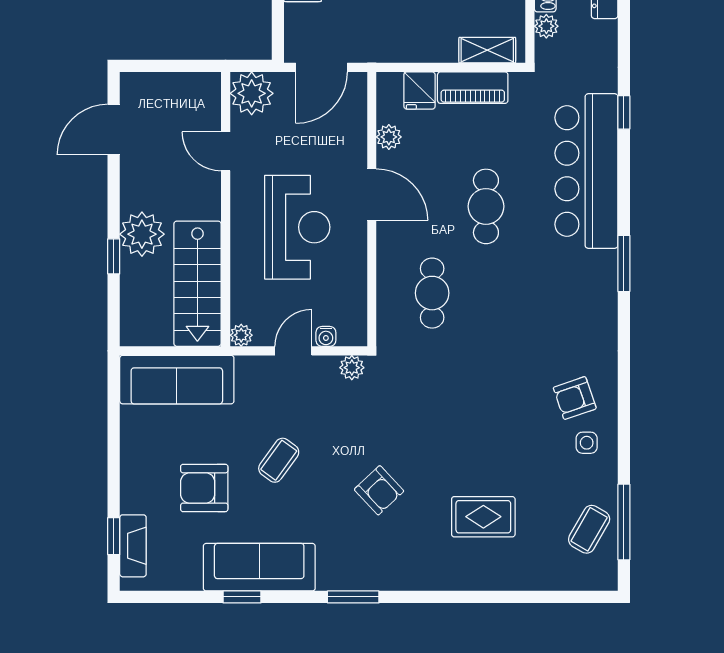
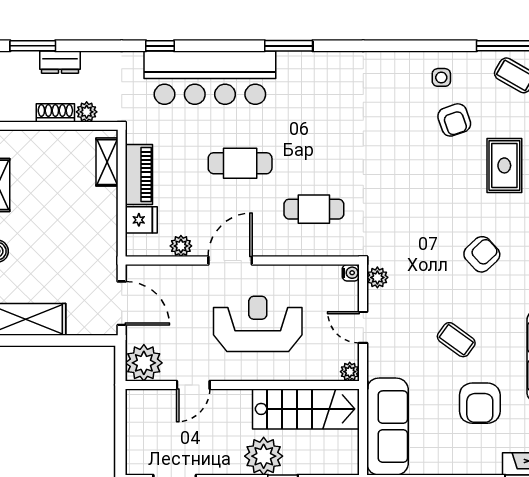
water cooler: (326, 336) -> (351, 273), moved
armchair: (575, 398) -> (454, 120), moved

